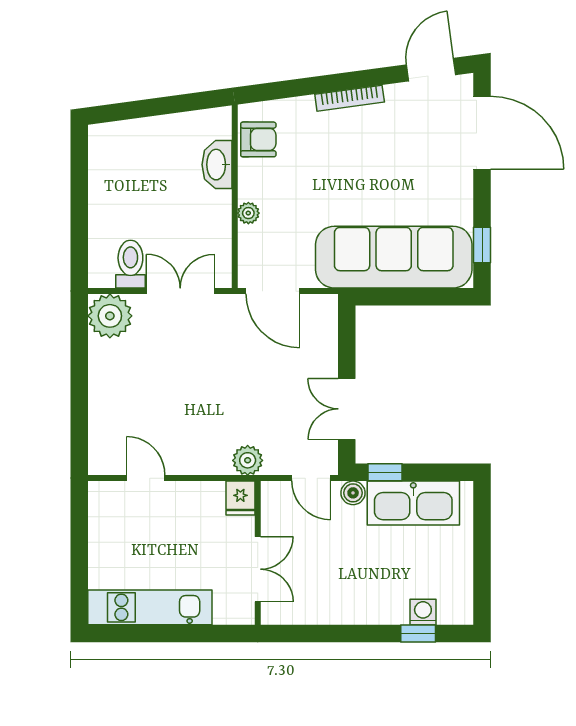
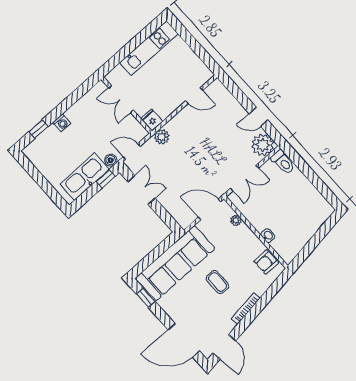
washbasin: (217, 165) -> (268, 236), width x0.52, depth x0.69
coffee table: (356, 174) -> (217, 282), added
plant: (248, 213) -> (236, 220), moved
toilet: (130, 264) -> (283, 162), moved
door: (79, 362) -> (259, 117), added
washing machine: (423, 612) -> (62, 123), moved

